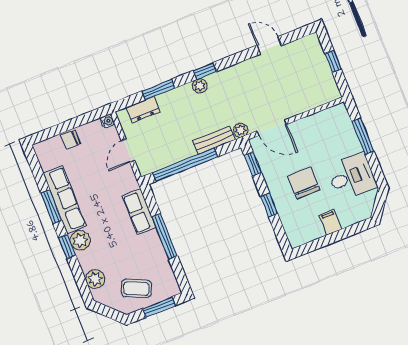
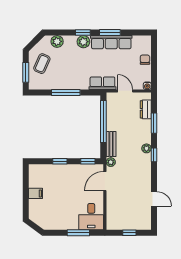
door: (269, 45) -> (154, 199), hinge flipped
desk: (352, 177) -> (91, 217), moved
chair: (304, 183) -> (65, 187), removed
row of seats: (139, 212) -> (102, 83), moved

